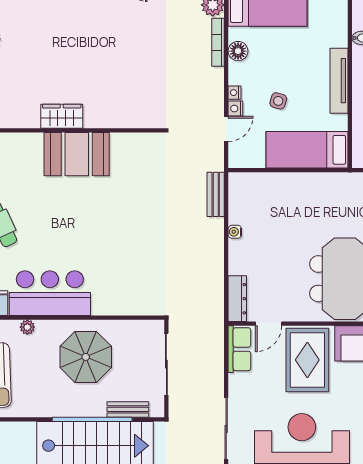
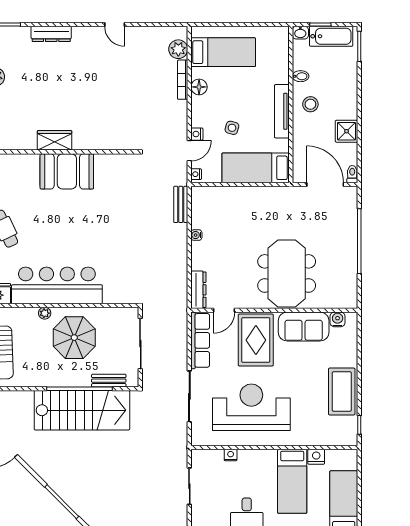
nightstand: (235, 93) -> (196, 174), moved
bar counter: (50, 293) -> (57, 285), width x1.36
plant: (27, 327) -> (45, 313), moved
row of seats: (239, 349) -> (200, 340), width x1.48

